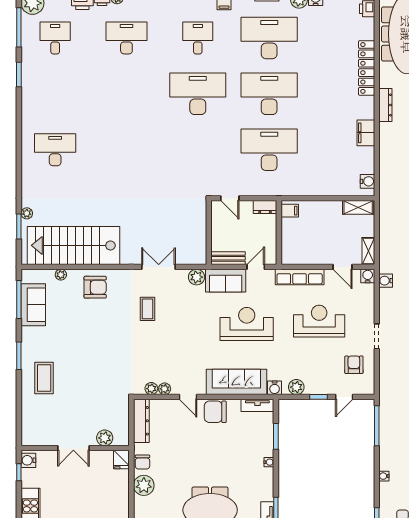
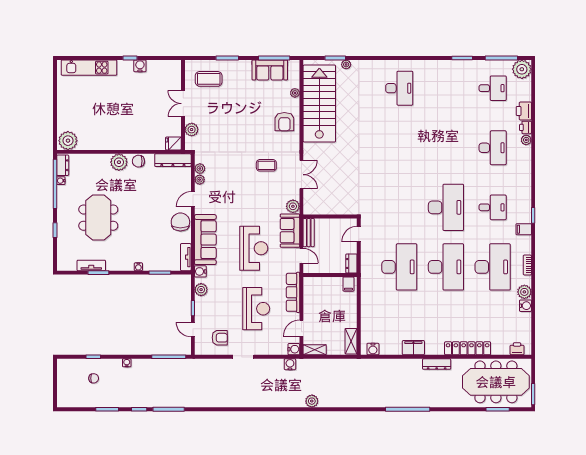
plant: (105, 438) -> (192, 130), moved
double door: (73, 448) -> (183, 104), moved
wall: (75, 448) -> (183, 105), moved
fridge: (121, 460) -> (173, 143), moved

